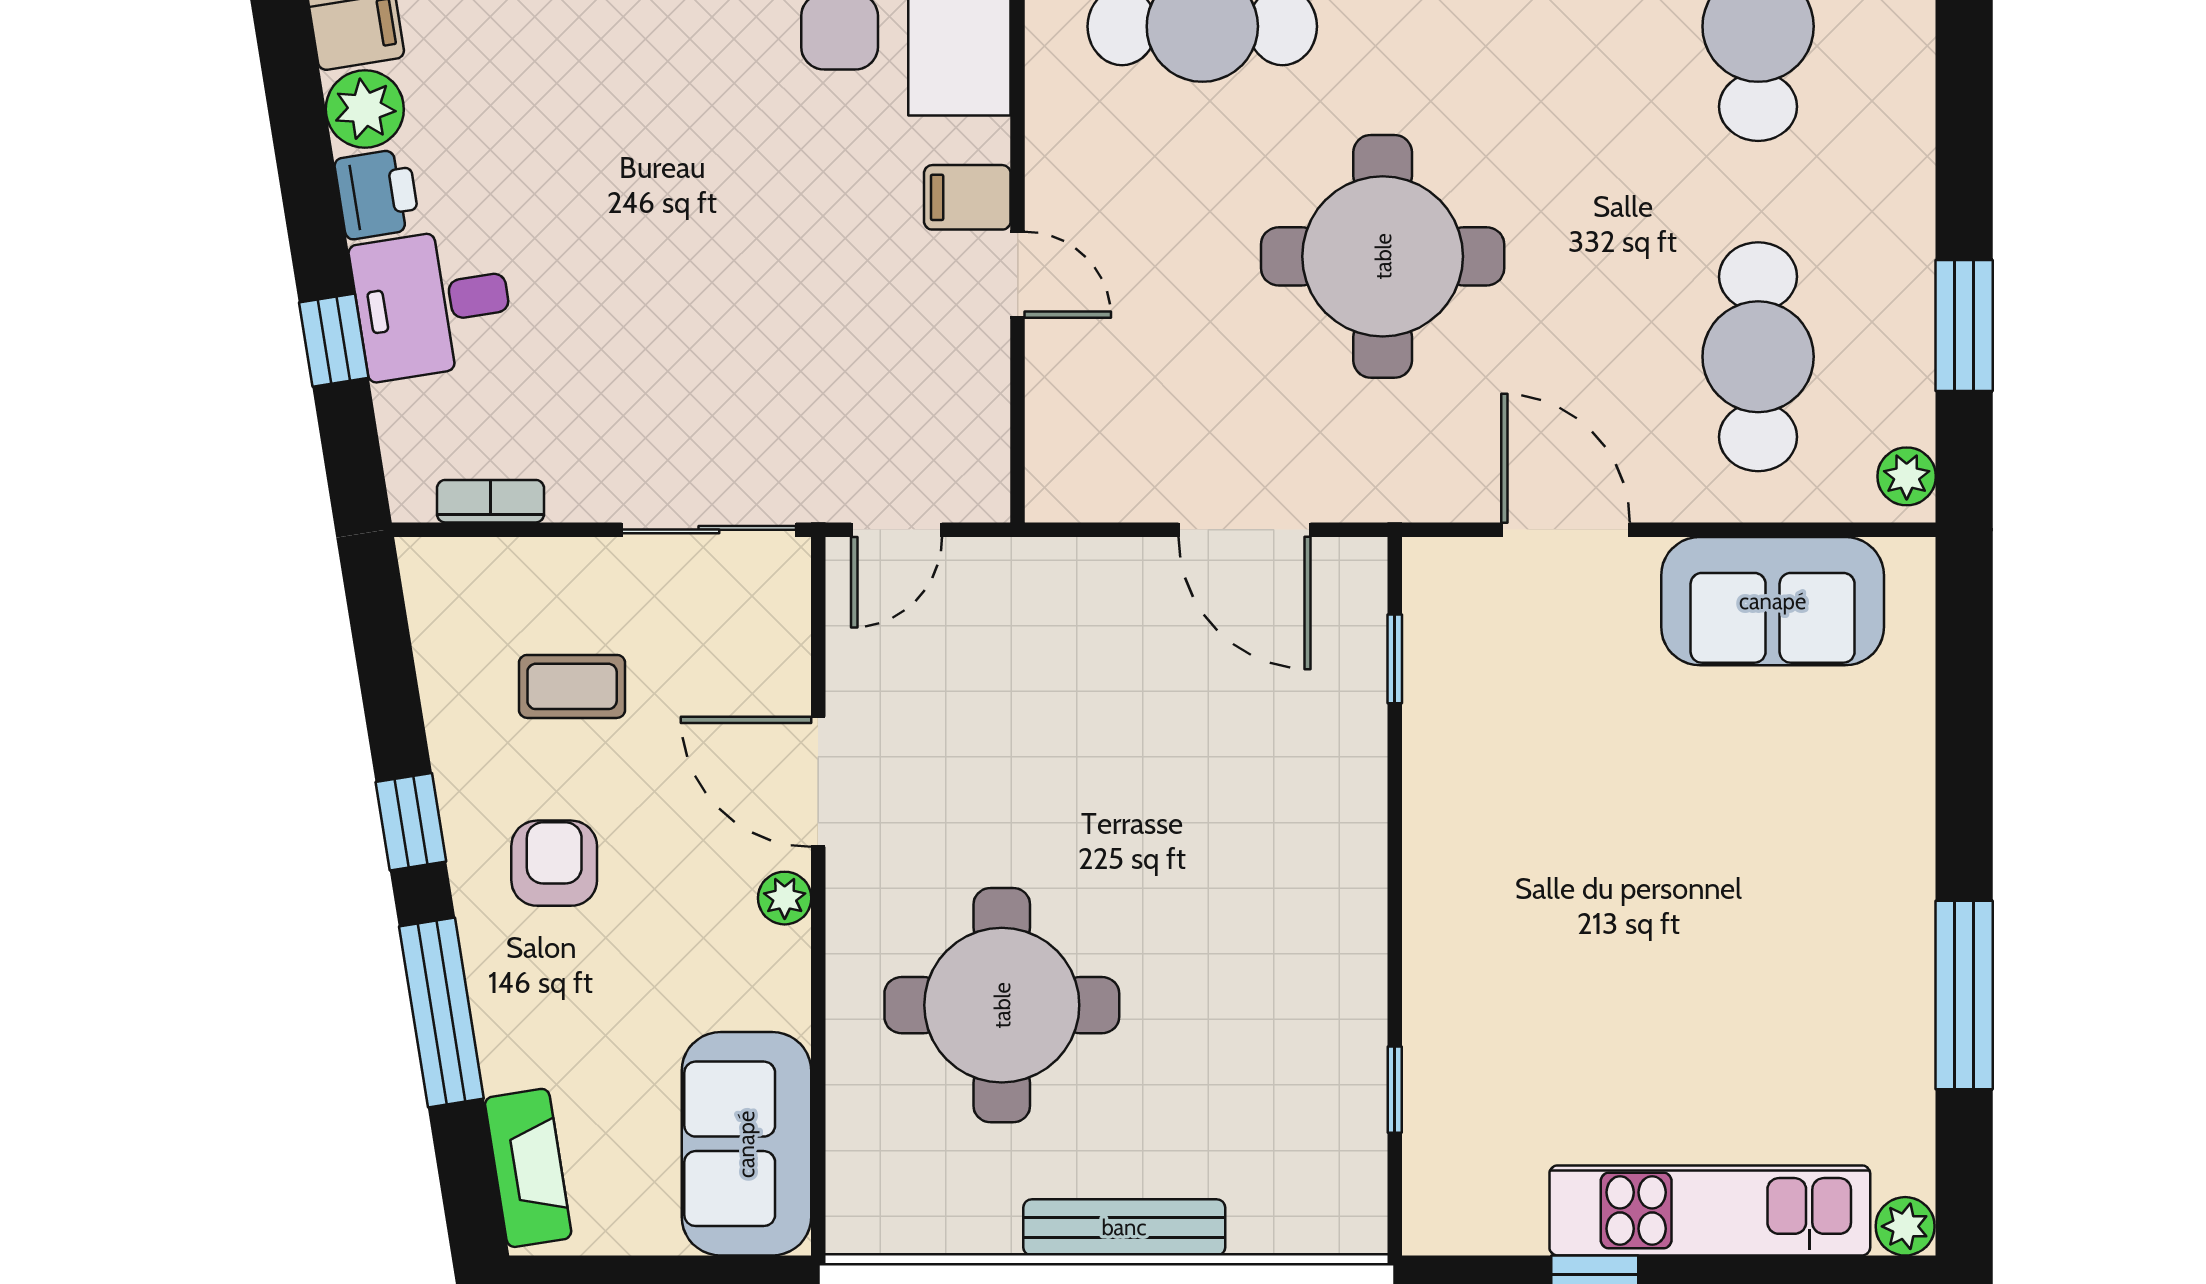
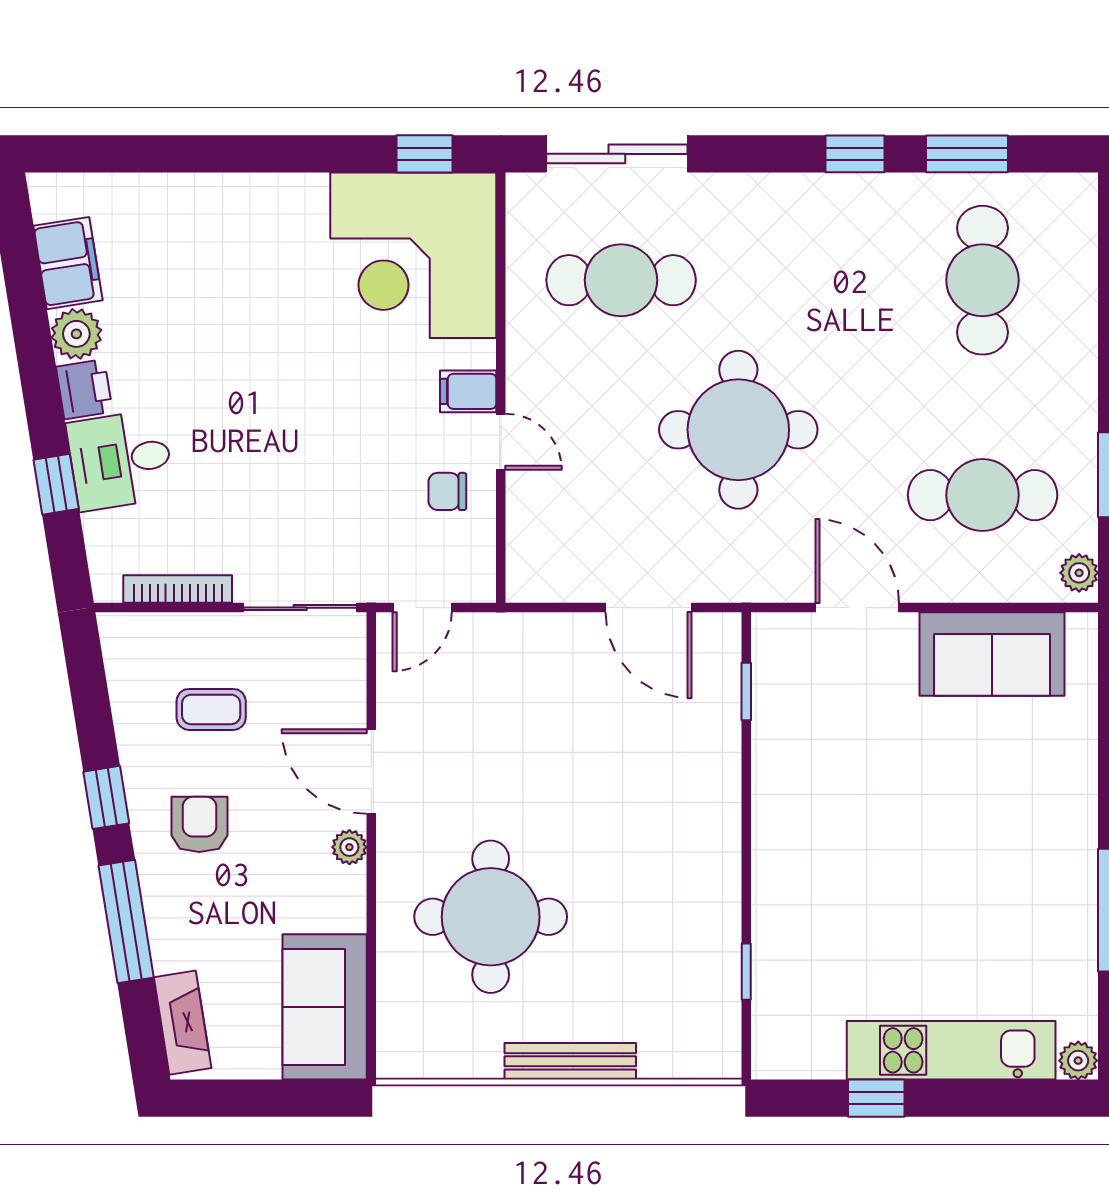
chair: (935, 351) -> (447, 491), added
cafe table: (1758, 357) -> (983, 495), turned 90
bookcase: (490, 501) -> (178, 589), width x1.56

